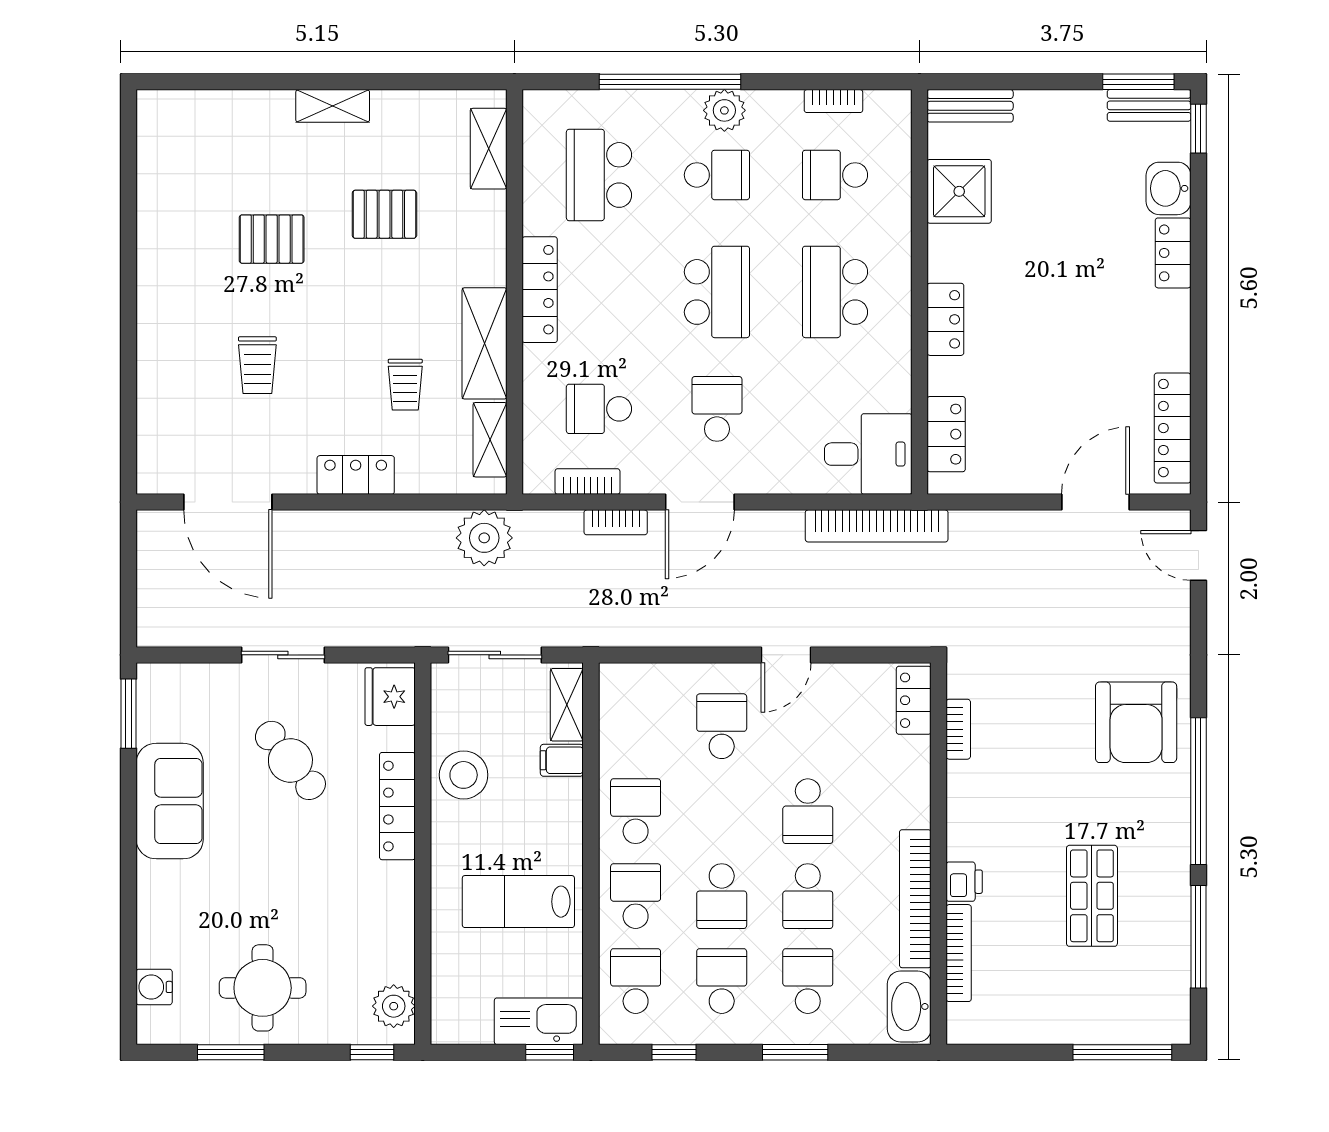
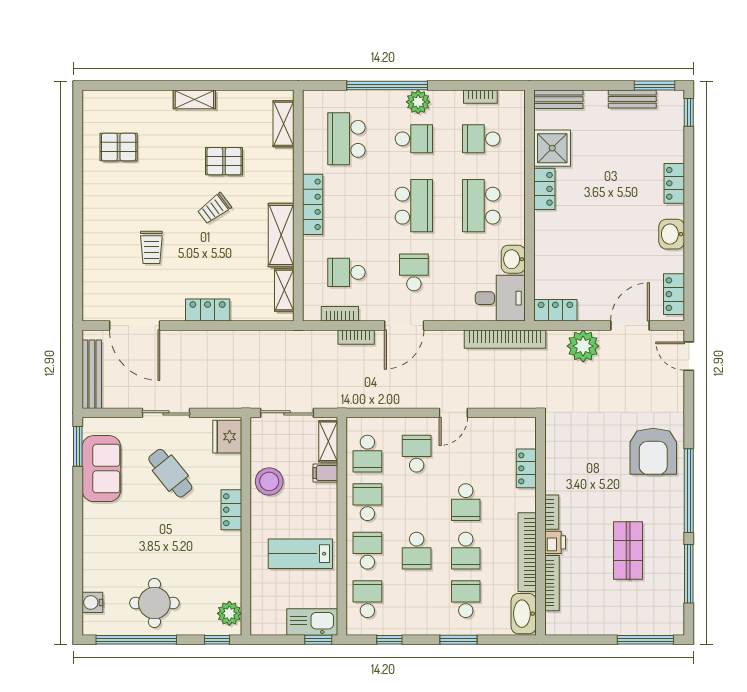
bench: (1149, 105) -> (632, 99), moved
washbasin: (1168, 188) -> (672, 234), moved
pallet: (272, 239) -> (119, 147), moved
locker: (945, 319) -> (544, 189), moved
trolley: (405, 385) -> (214, 209), moved, turned 53
washbasin: (891, 386) -> (513, 259), added
locker: (1173, 428) -> (674, 294), width x0.66
locker: (946, 434) -> (555, 310), moved, turned -90
plant: (484, 538) -> (583, 346), moved
bench: (153, 587) -> (92, 374), added
locker: (914, 700) -> (526, 468), moved
bookcase: (958, 729) -> (552, 512), moved
sofa: (170, 801) -> (101, 469), moved
locker: (397, 806) -> (231, 510), width x0.66
school desk: (722, 981) -> (367, 454), moved, turned 180
window: (231, 1052) -> (136, 640), width x2.11

